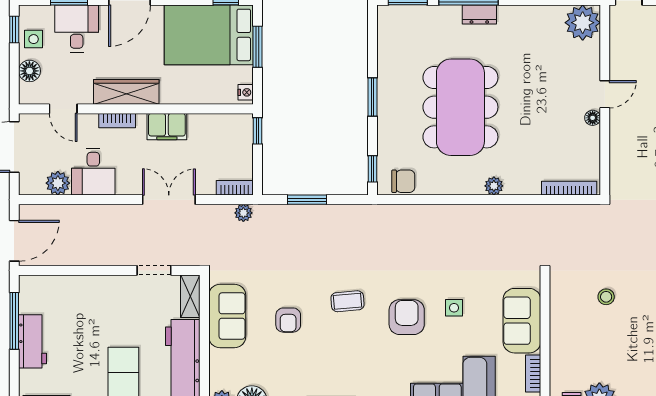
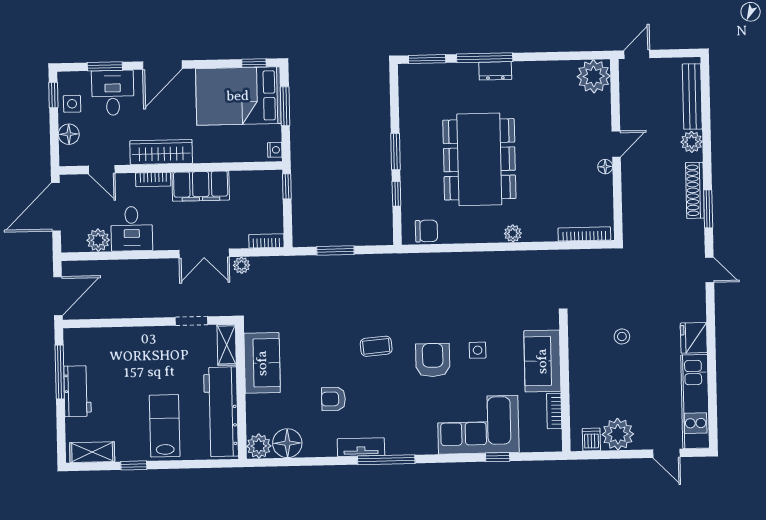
filing cabinet: (167, 127) -> (201, 186), width x1.50, depth x1.17
window: (372, 169) -> (396, 194), moved
double door: (169, 200) -> (204, 253), swing flipped
plant: (243, 213) -> (242, 265), moved
armchair: (288, 320) -> (333, 399), moved, turned 90

